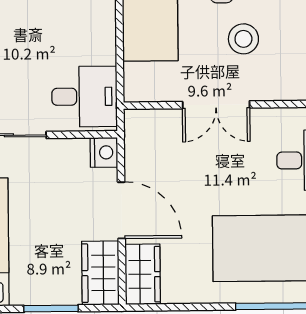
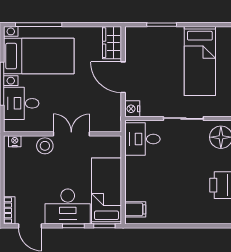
stool: (243, 39) -> (45, 146), moved
wardrobe: (100, 273) -> (135, 44), removed

